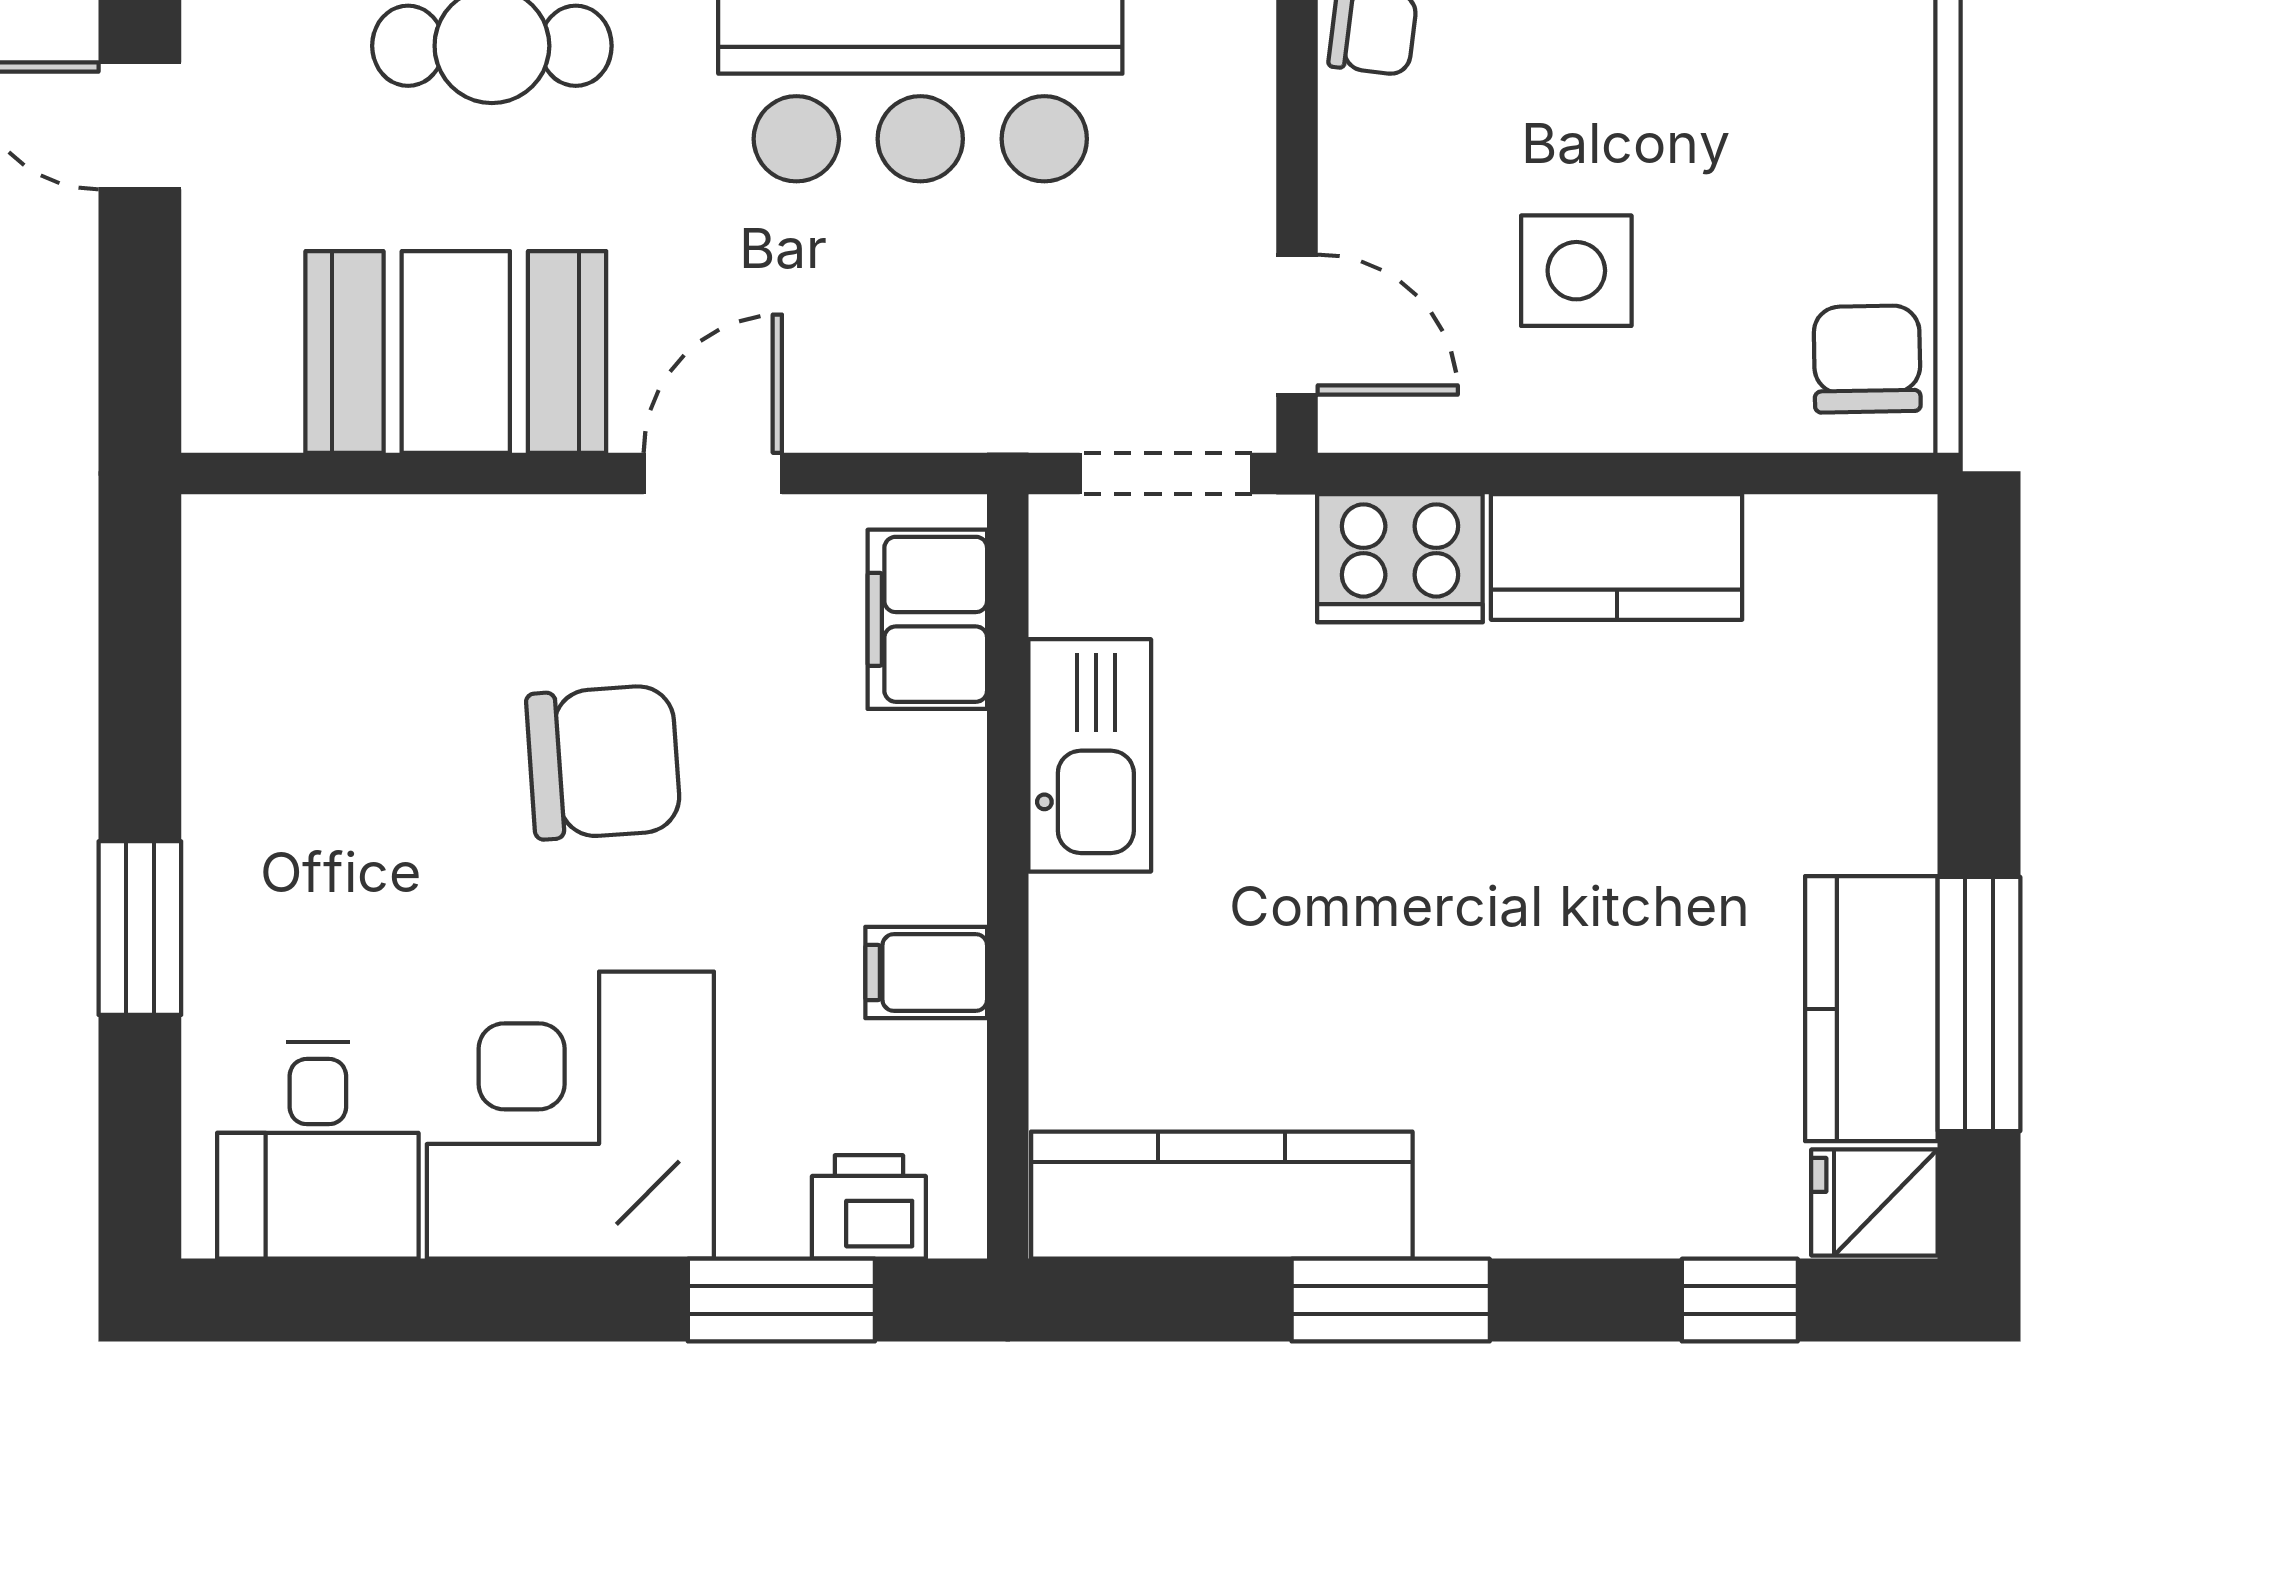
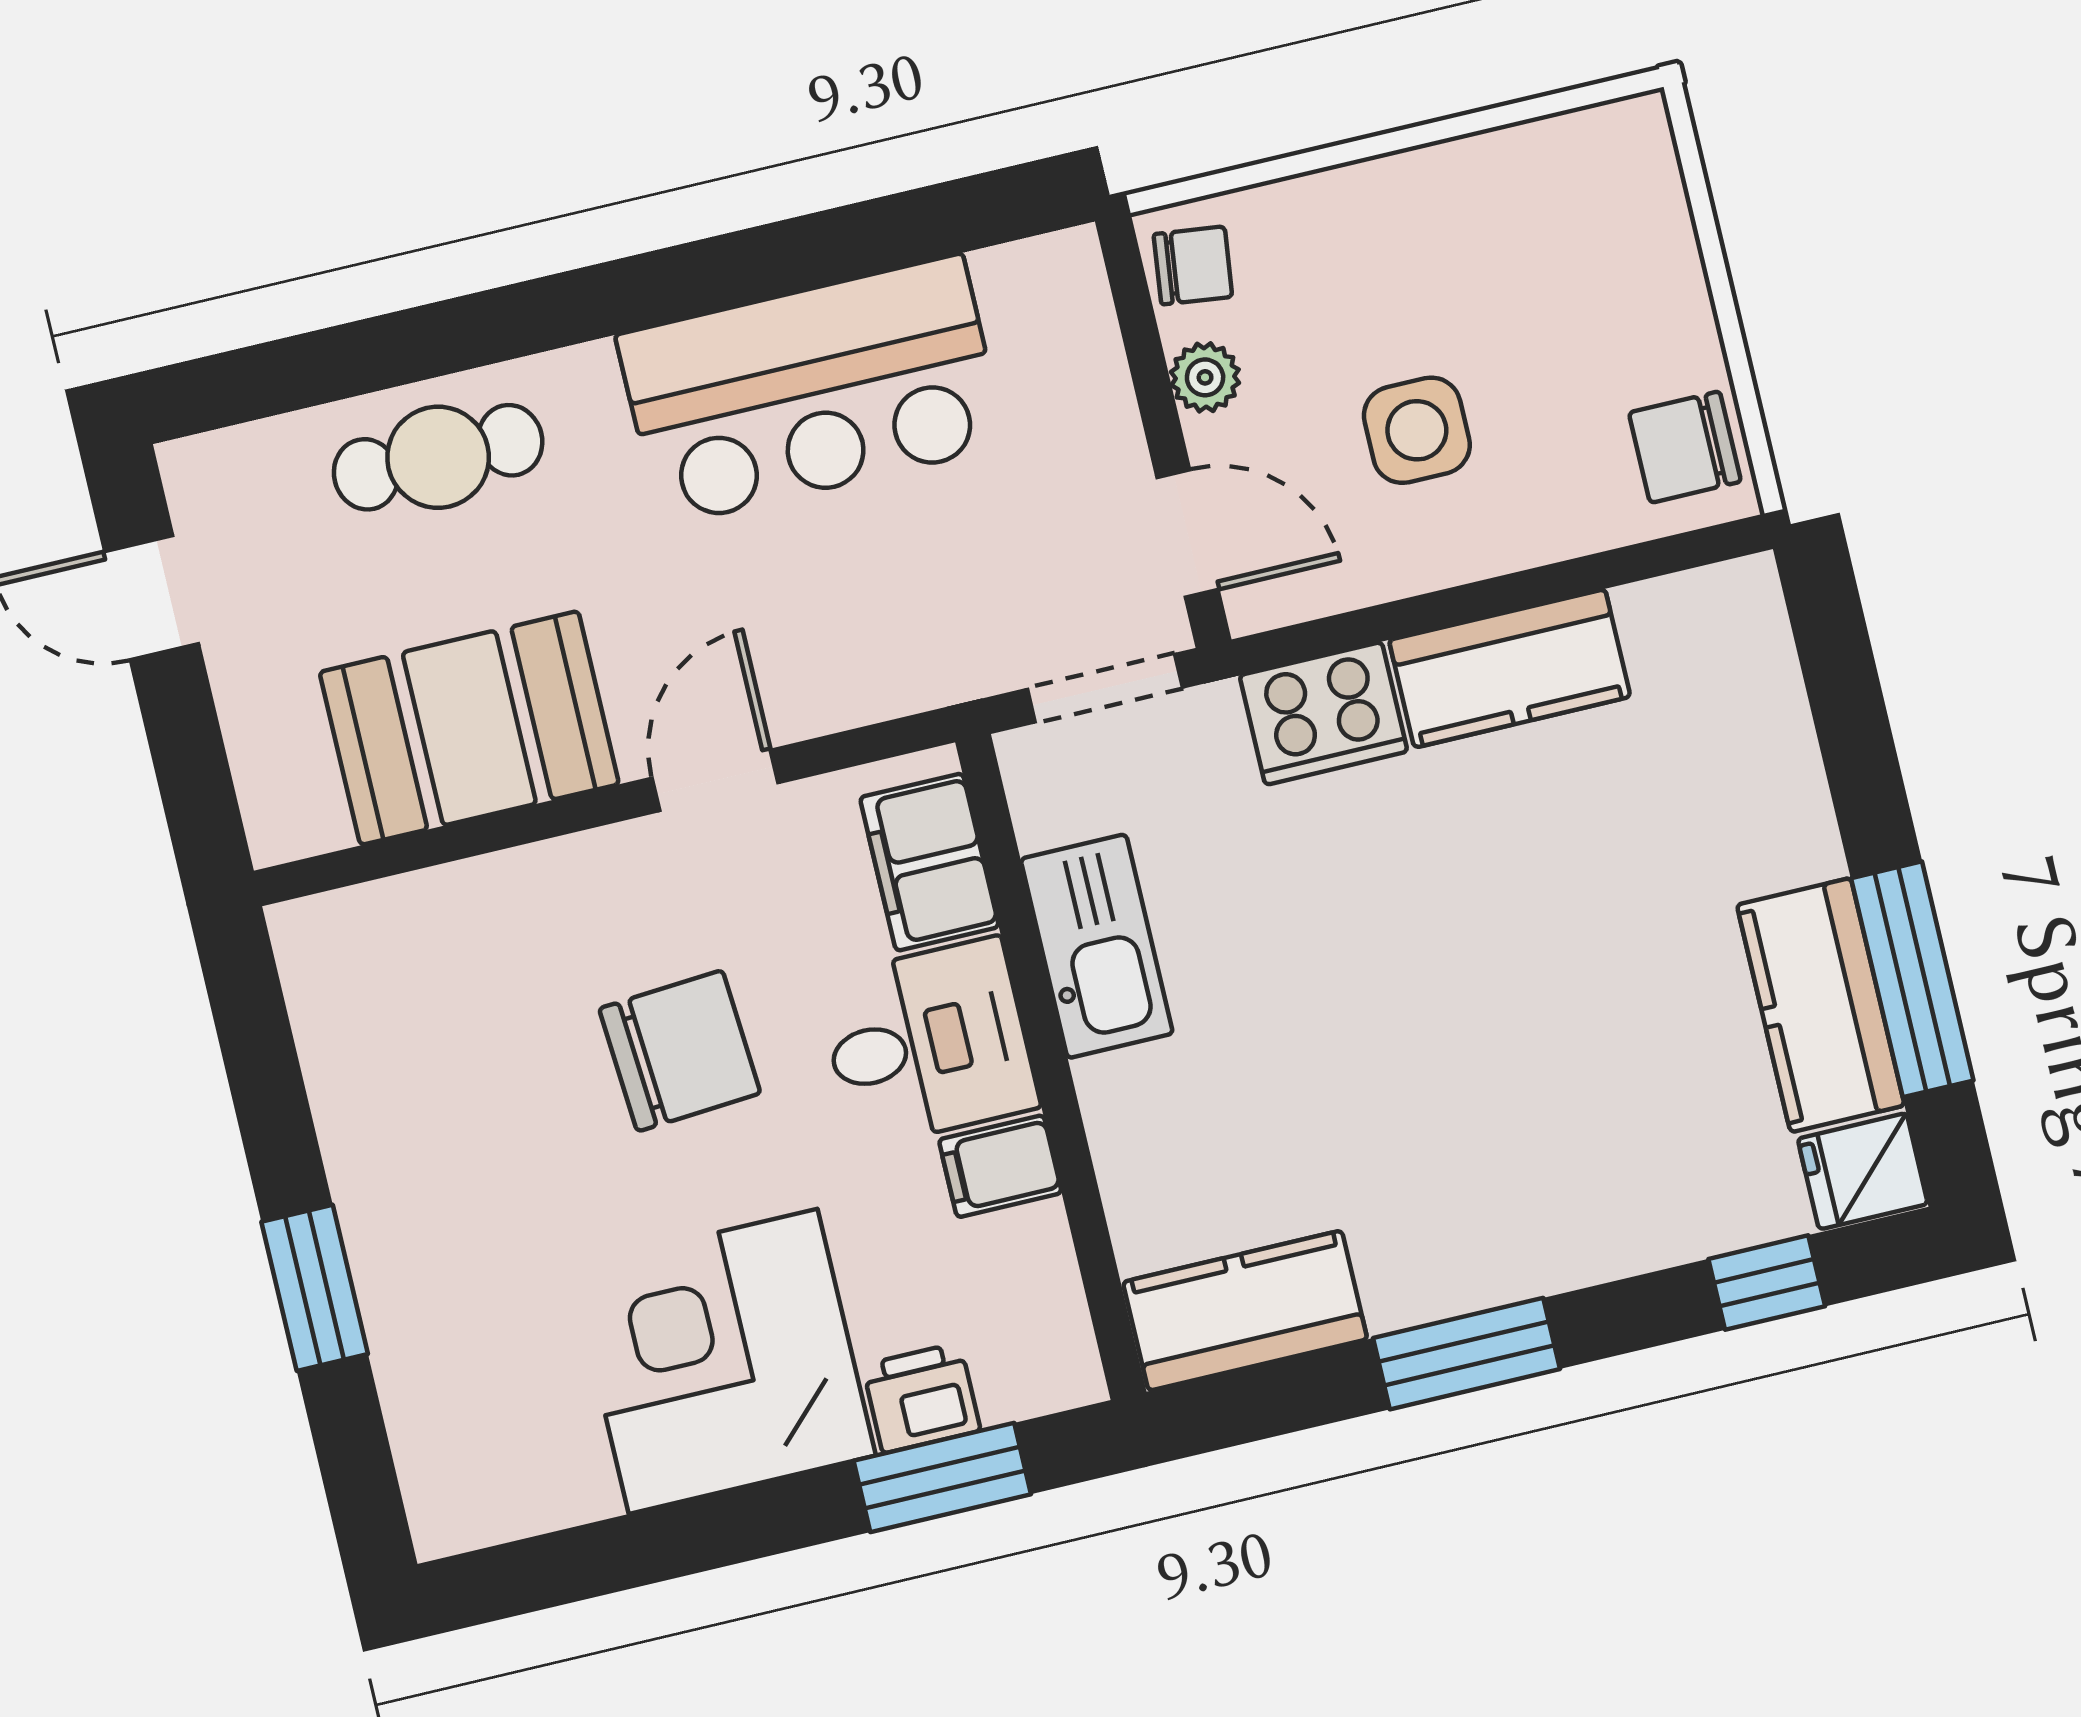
plant: (1357, 157) -> (1205, 377), added
chair: (1867, 359) -> (1685, 447), turned -89
desk: (318, 1150) -> (928, 1043), moved, turned -90
kitchen counter: (1222, 1195) -> (1245, 1311), width x0.67
printer: (869, 1207) -> (921, 1398), moved

